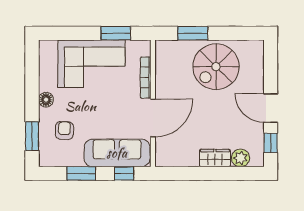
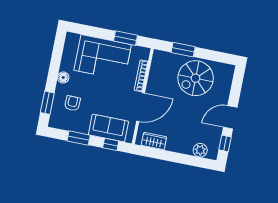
door: (271, 108) -> (230, 117), hinge flipped
sofa: (117, 153) -> (108, 128), width x0.73
wardrobe: (215, 158) -> (154, 141), moved

